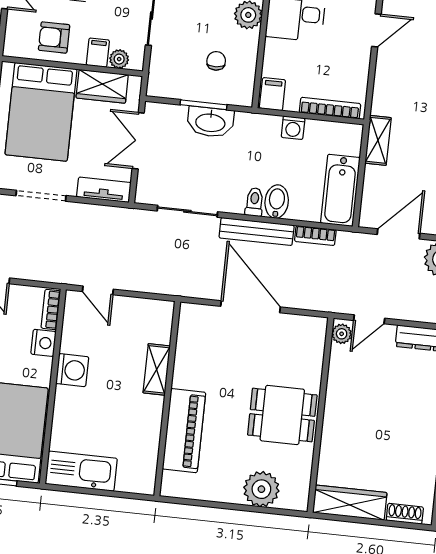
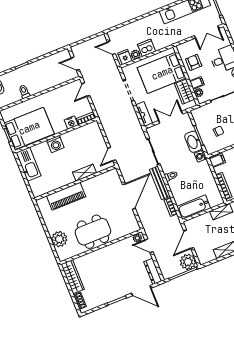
washing machine: (293, 128) -> (200, 156), moved
bidet: (277, 202) -> (176, 185), removed
door: (398, 234) -> (189, 239), swing flipped
door: (98, 290) -> (112, 154), moved
washing machine: (72, 370) -> (55, 144), moved
dining table: (282, 415) -> (93, 232), width x1.38

